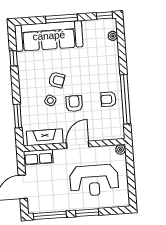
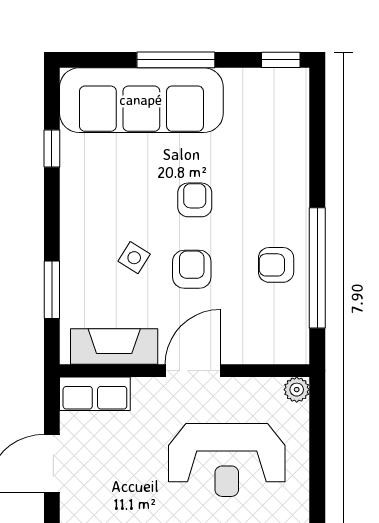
plant: (113, 36) -> (297, 111), removed
armchair: (57, 80) -> (195, 200), moved, turned -109

